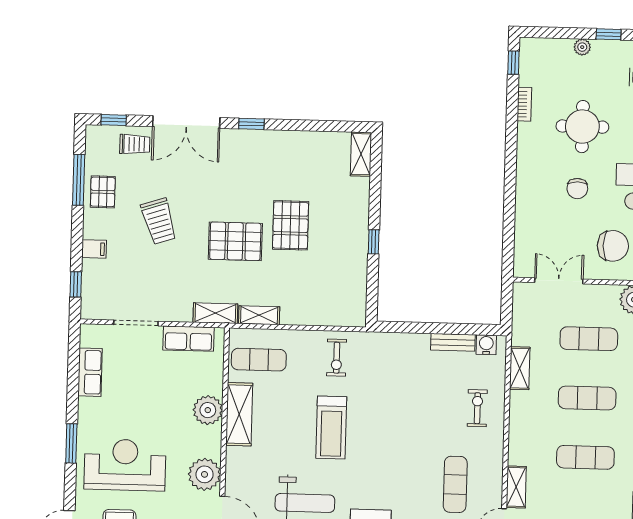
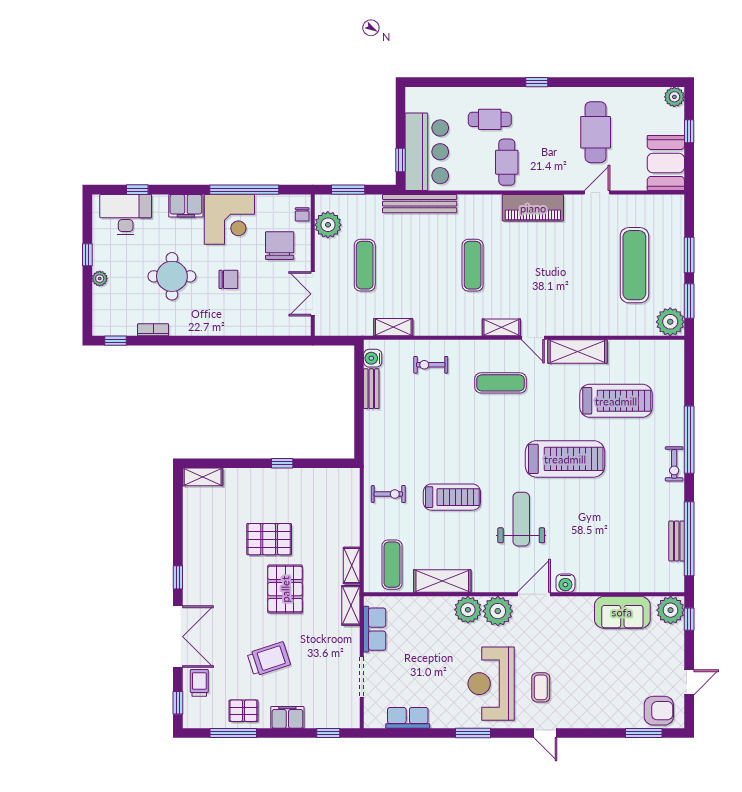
filing cabinet: (94, 249) -> (287, 717), width x2.00
exercise mat: (587, 398) -> (419, 265), removed
plant: (208, 410) -> (468, 610), moved

